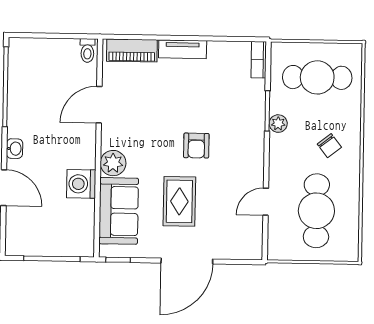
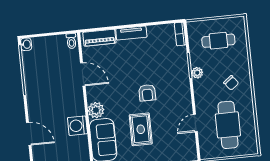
cafe table: (317, 77) -> (218, 41), width x0.73, depth x0.74
door: (99, 105) -> (83, 74), swing flipped
washbasin: (14, 149) -> (26, 44), moved

